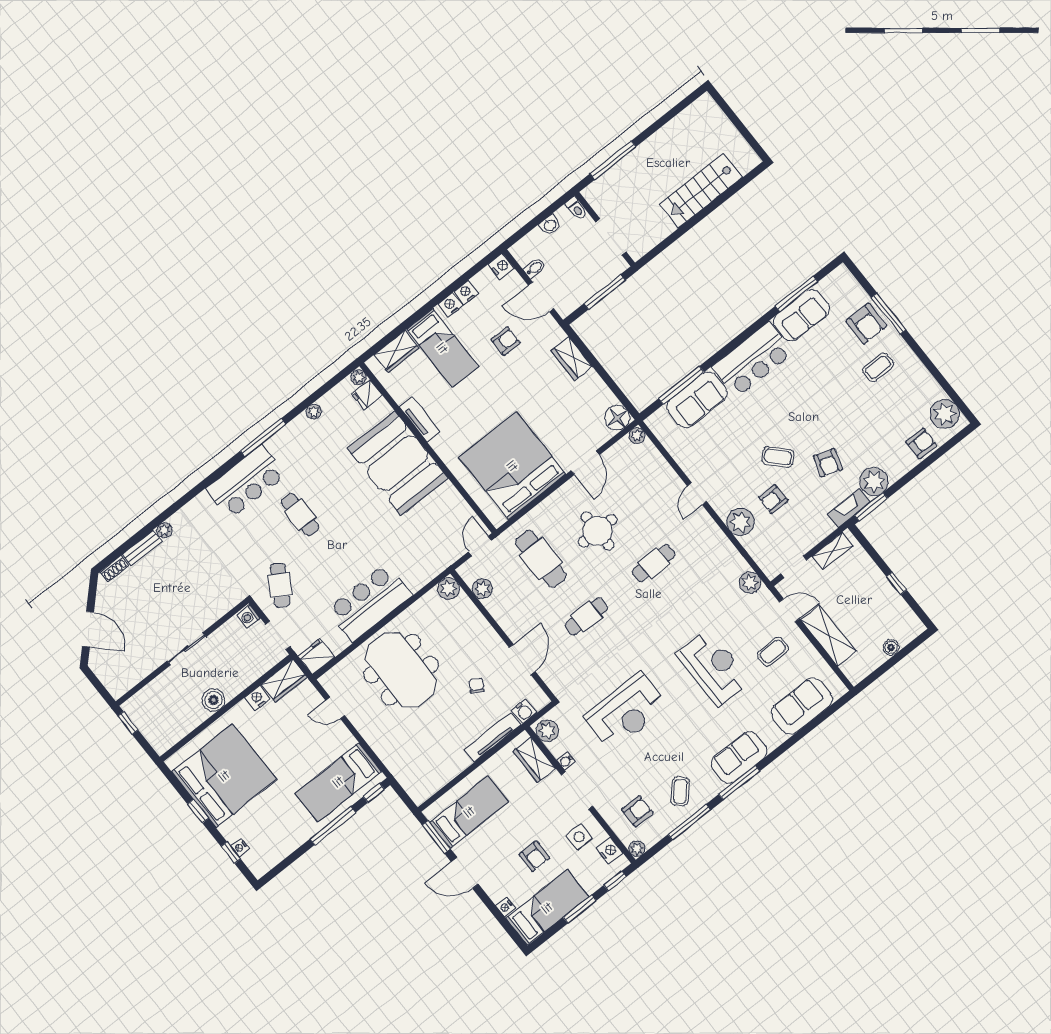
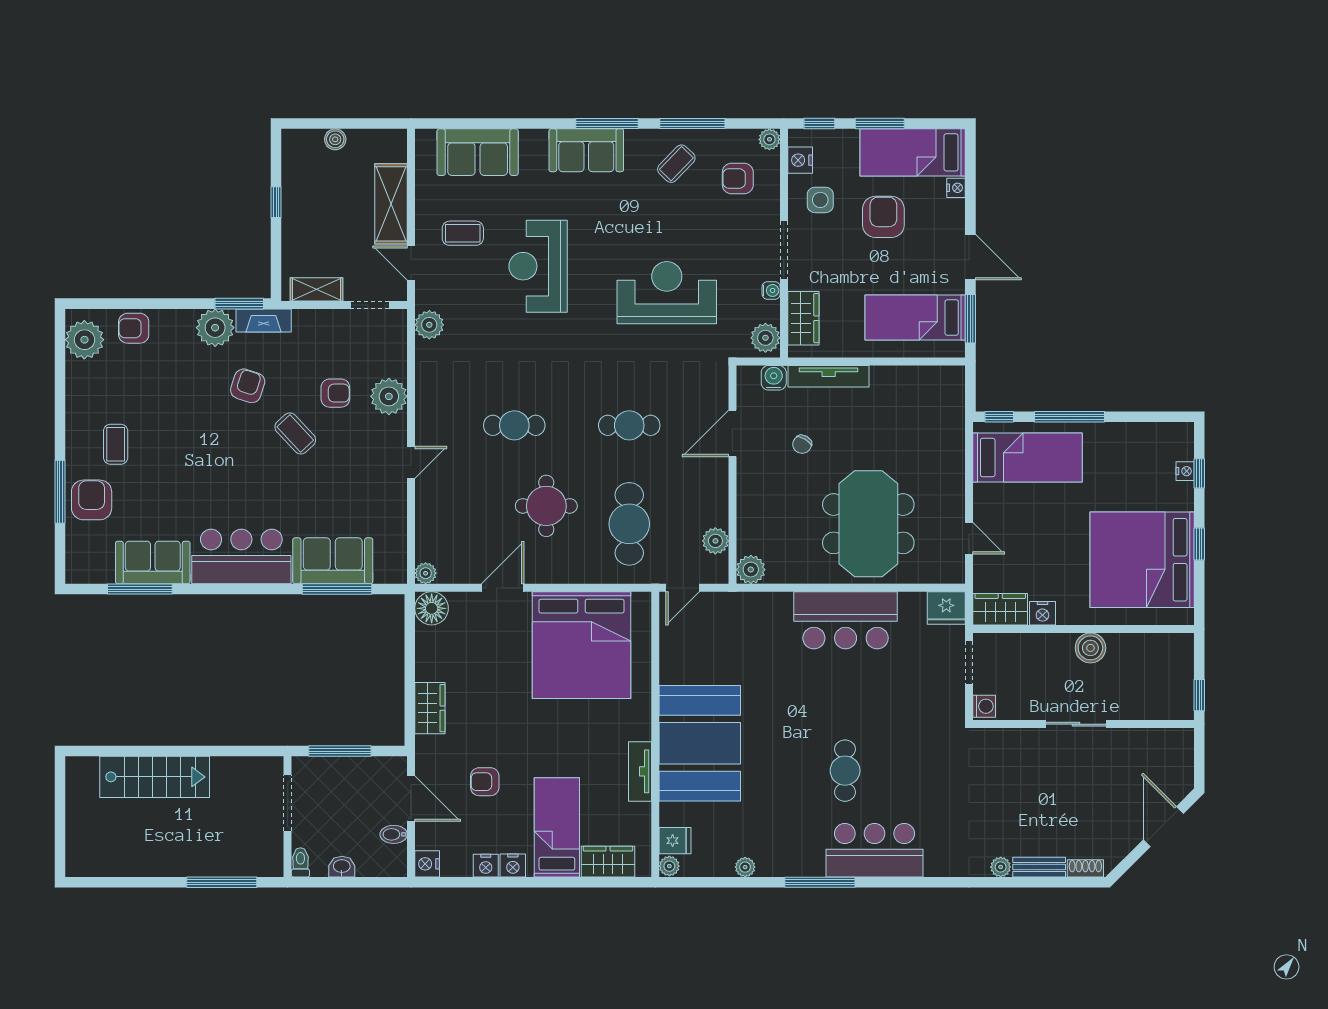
coffee table: (878, 367) -> (116, 444), turned 90
cafe table: (280, 585) -> (925, 713), removed
armchair: (534, 856) -> (883, 217), width x1.38, depth x1.38

